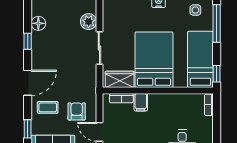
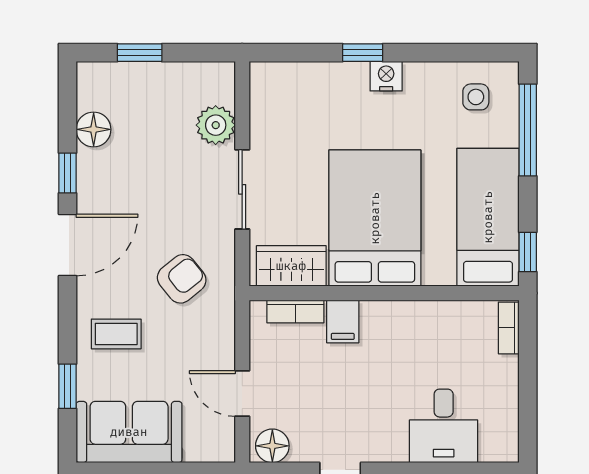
door: (28, 83) -> (67, 245), moved
armchair: (77, 111) -> (182, 279), moved, turned 51

